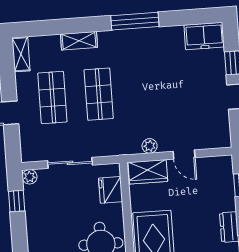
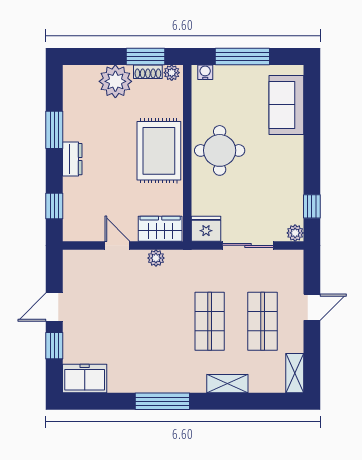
fridge: (111, 190) -> (206, 229), moved, turned -90

